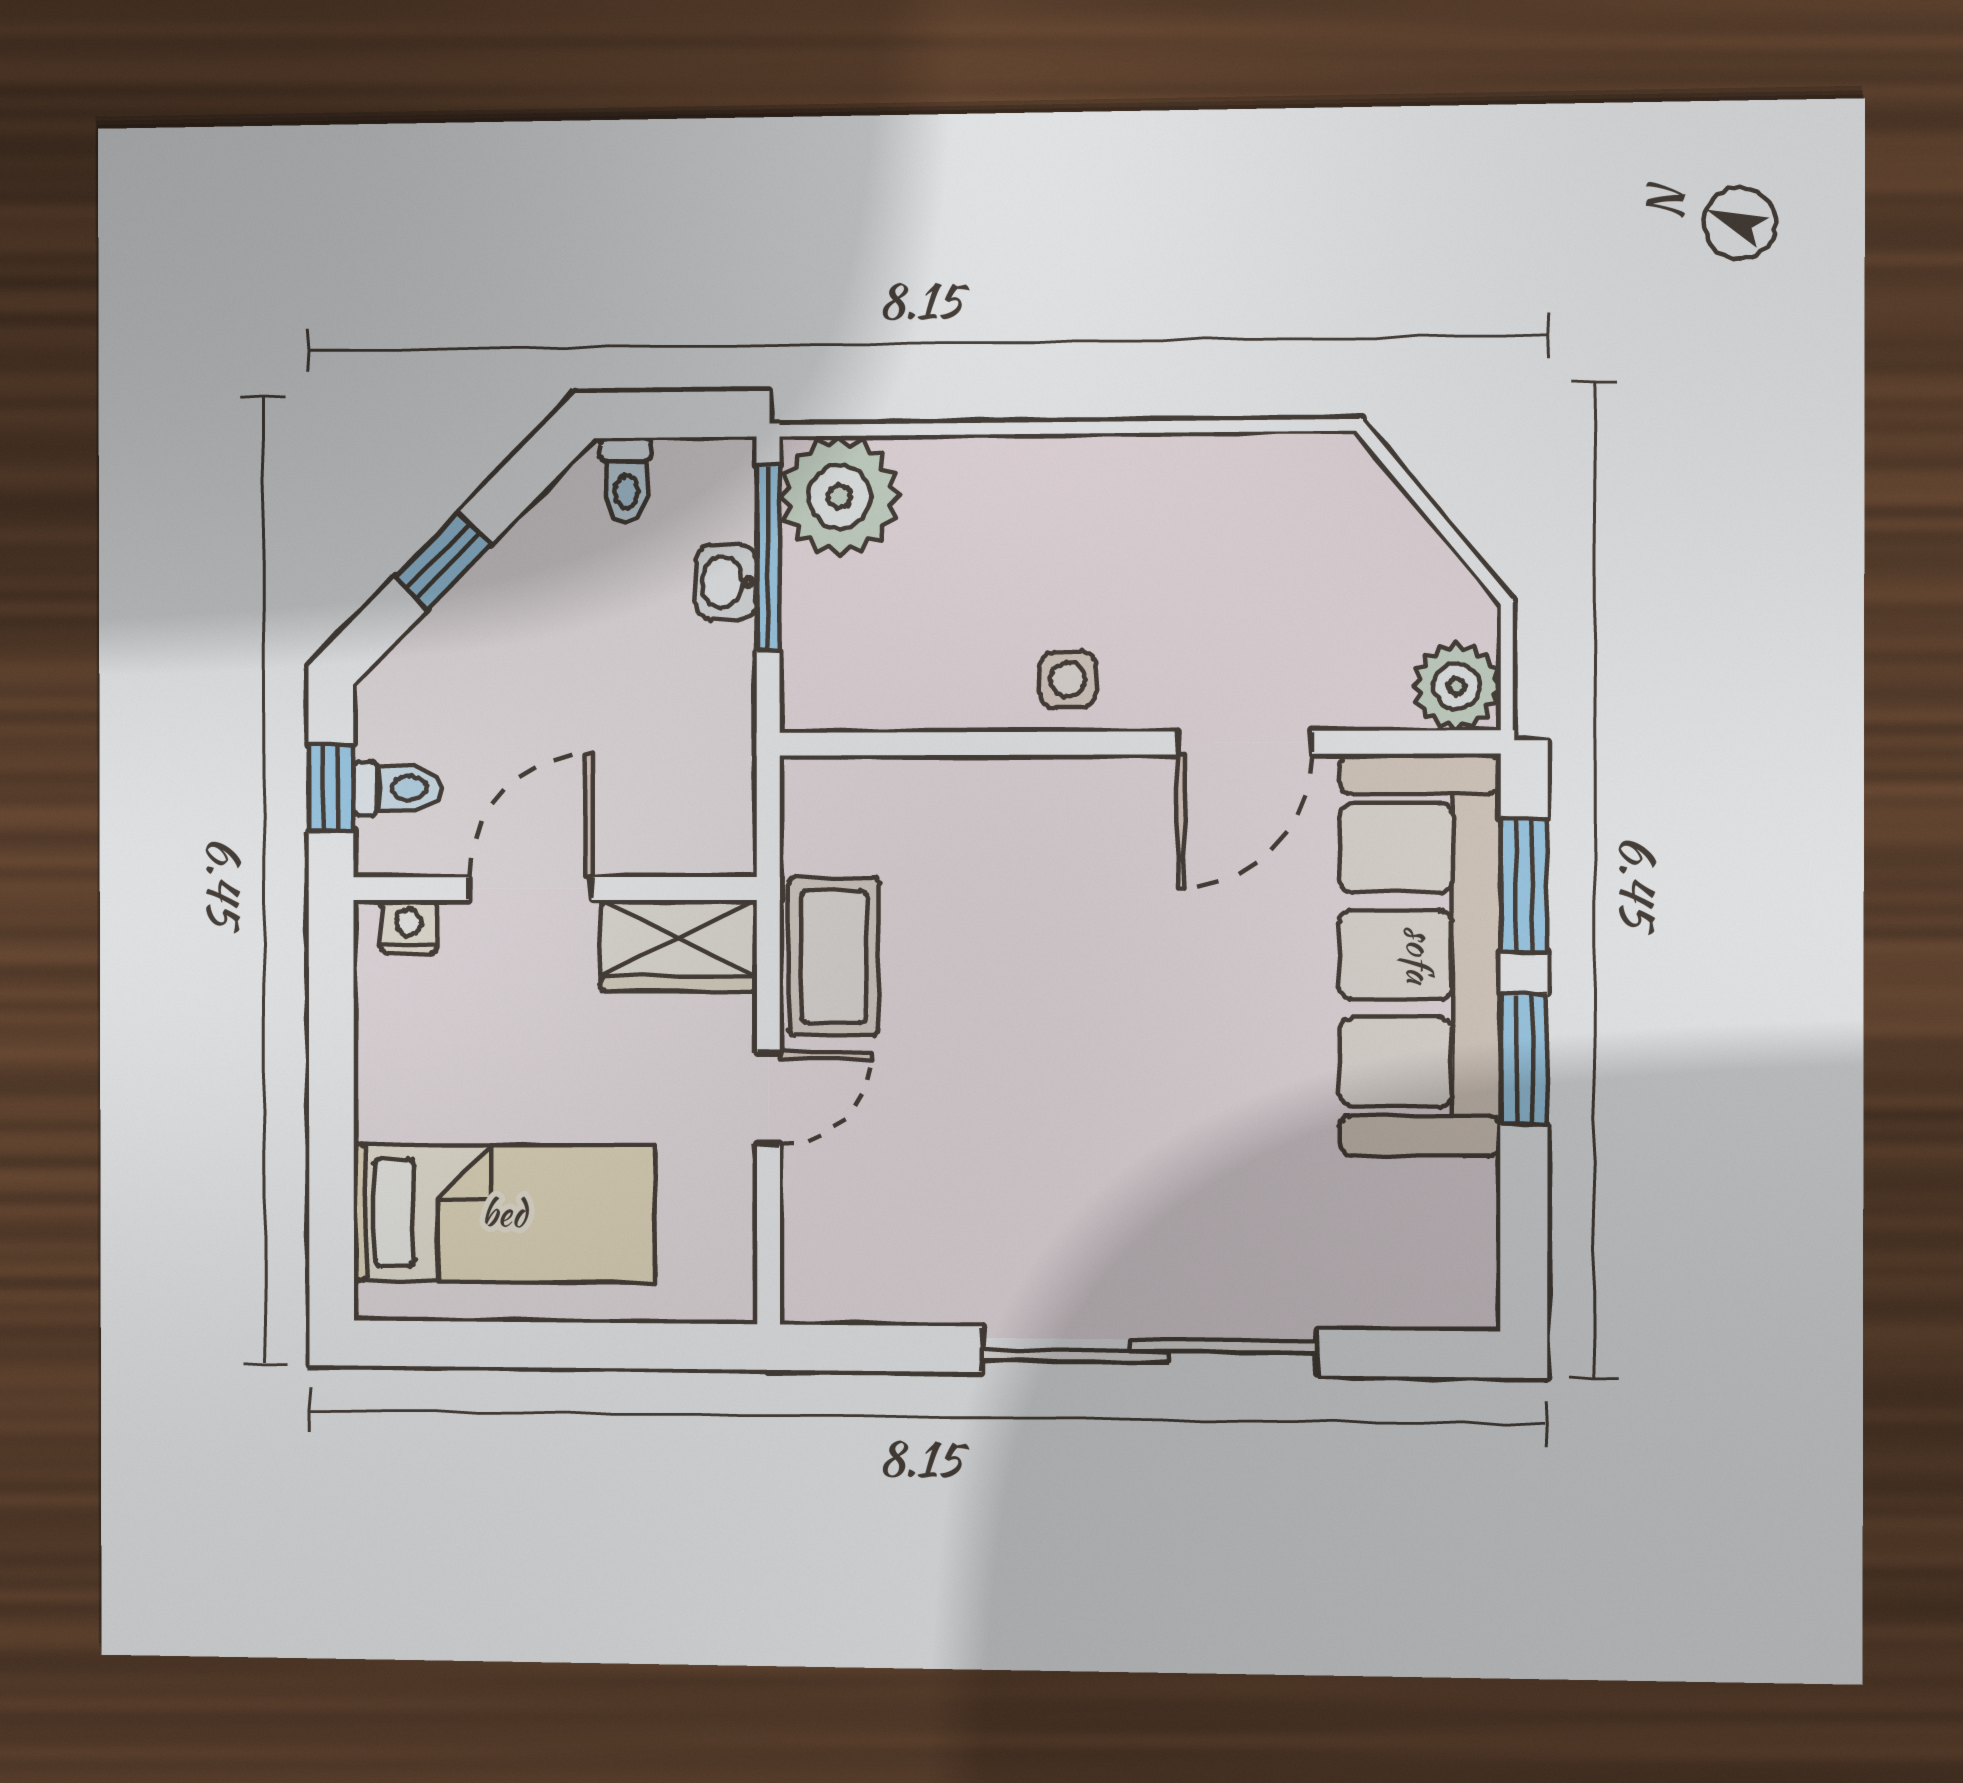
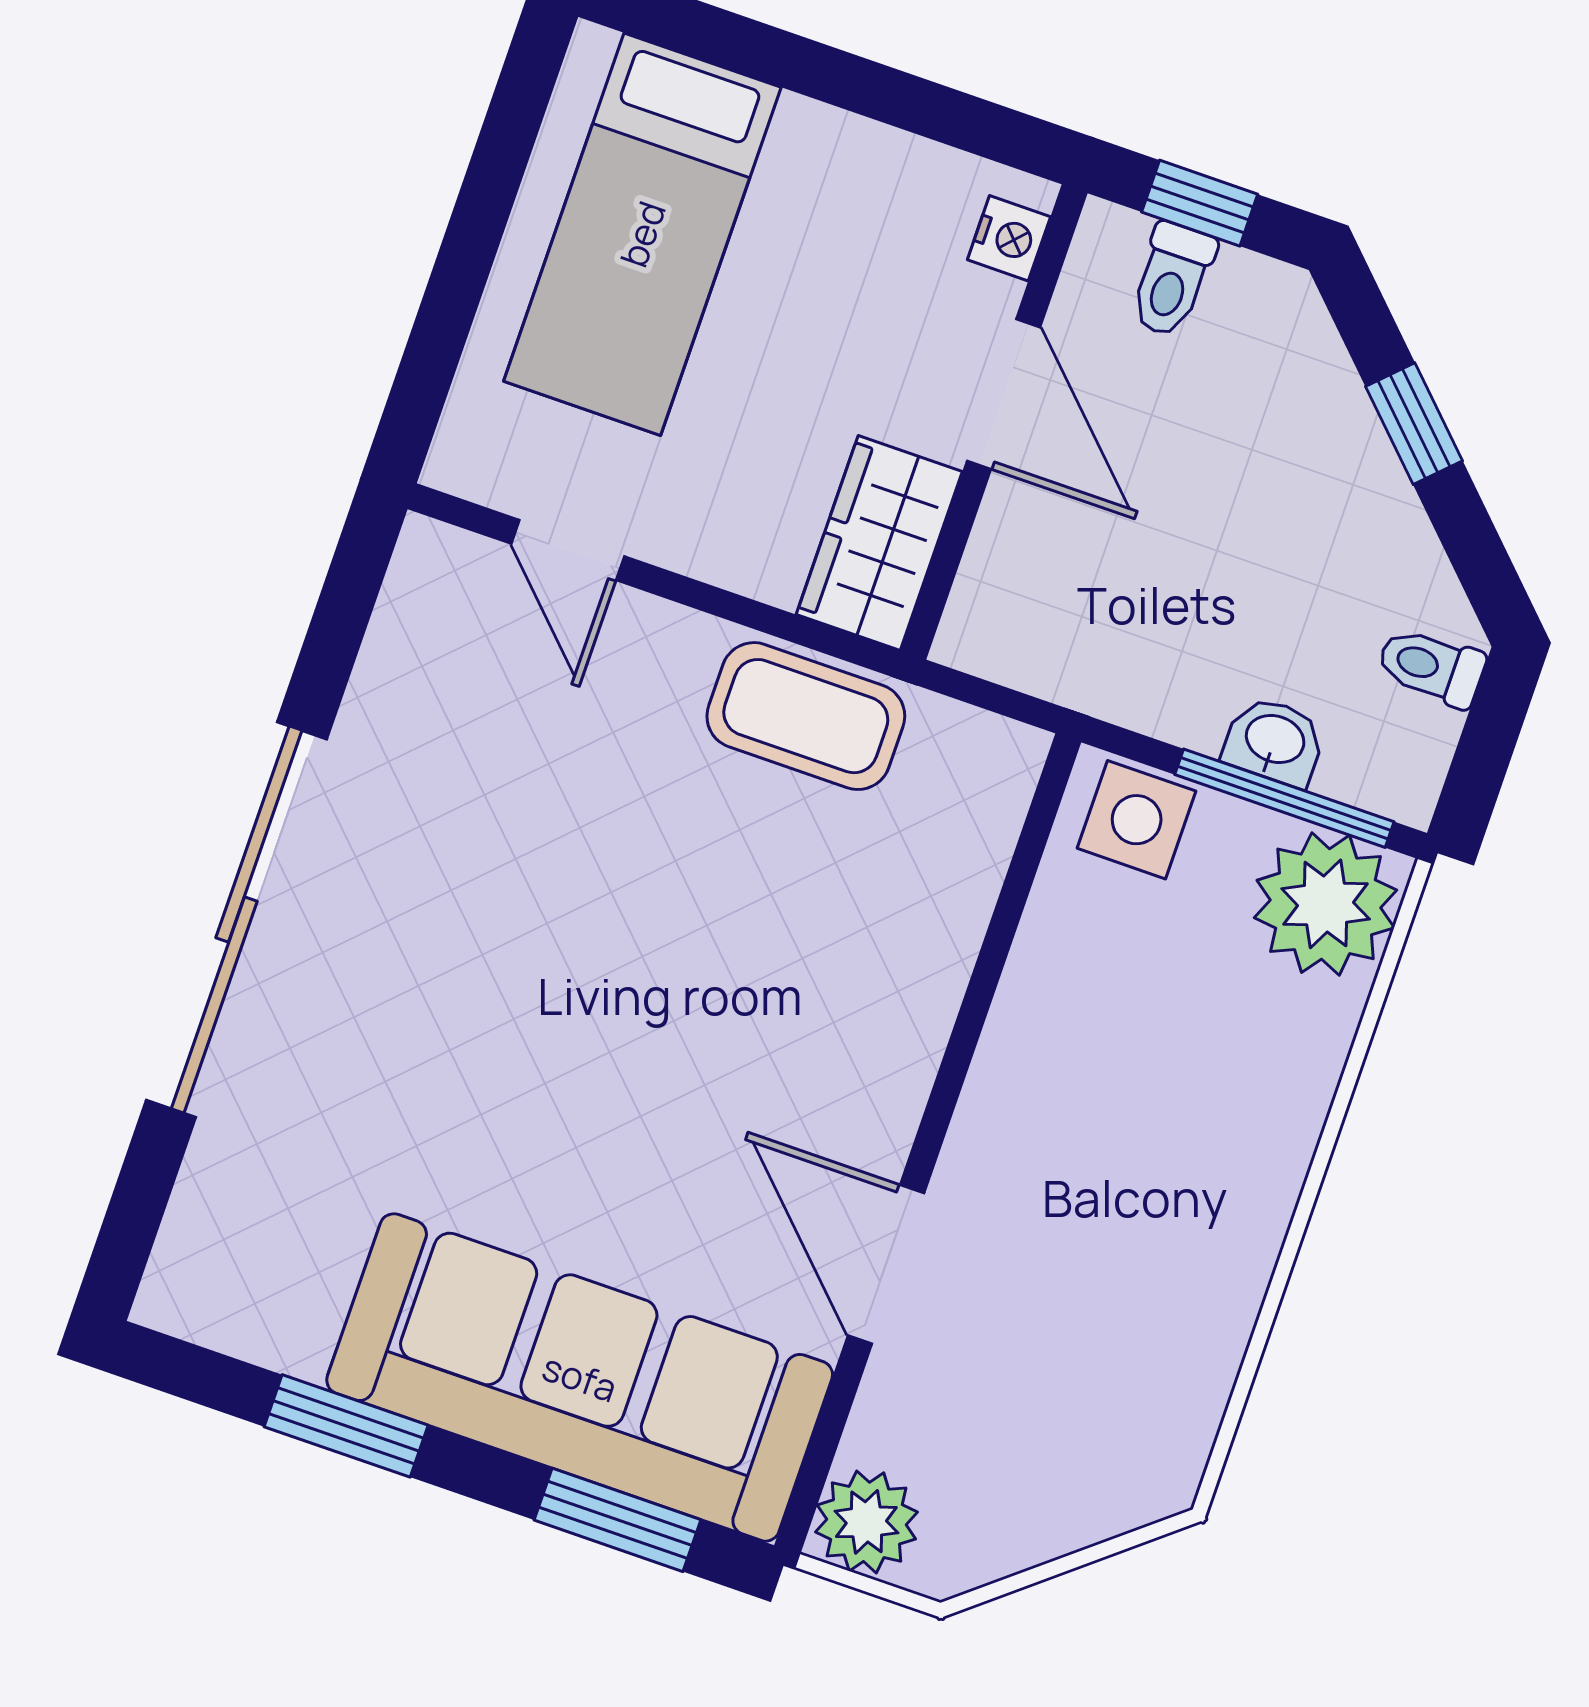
side table: (1068, 679) -> (1137, 820), moved, width x1.37, depth x1.37
window: (1524, 1059) -> (346, 1426), moved
door: (768, 1098) -> (568, 550), moved

